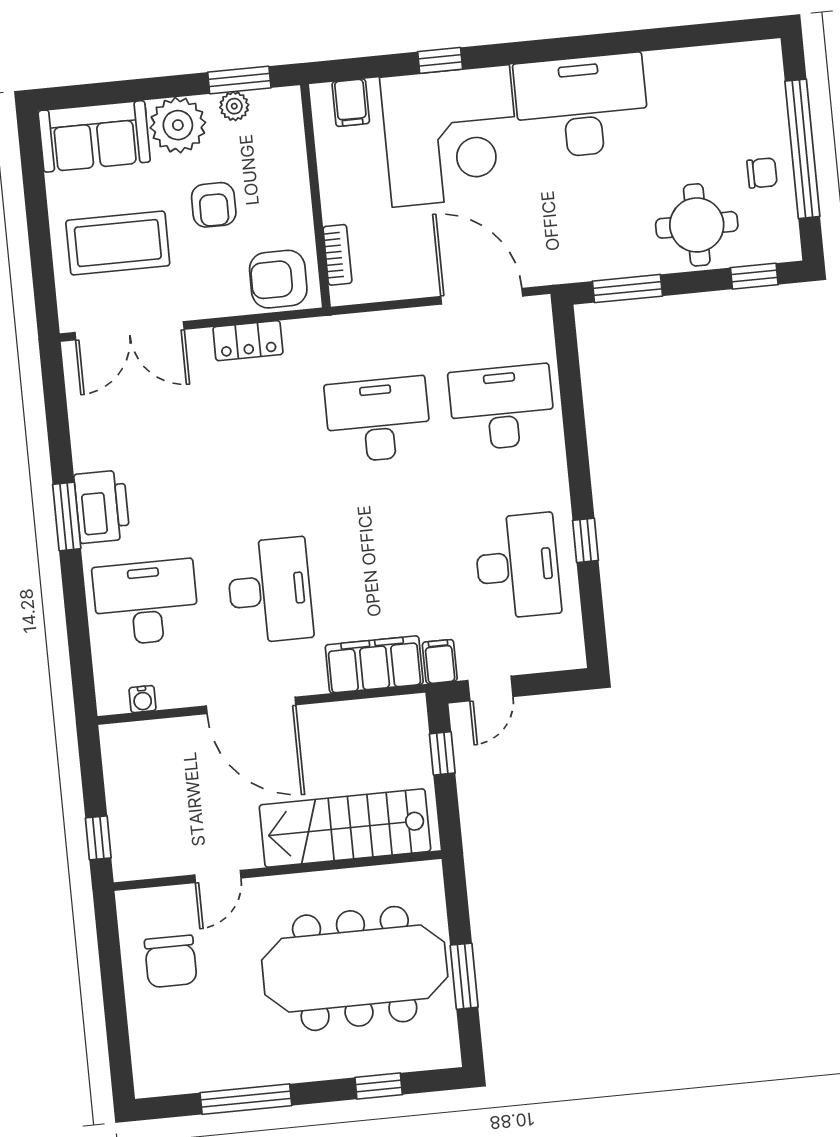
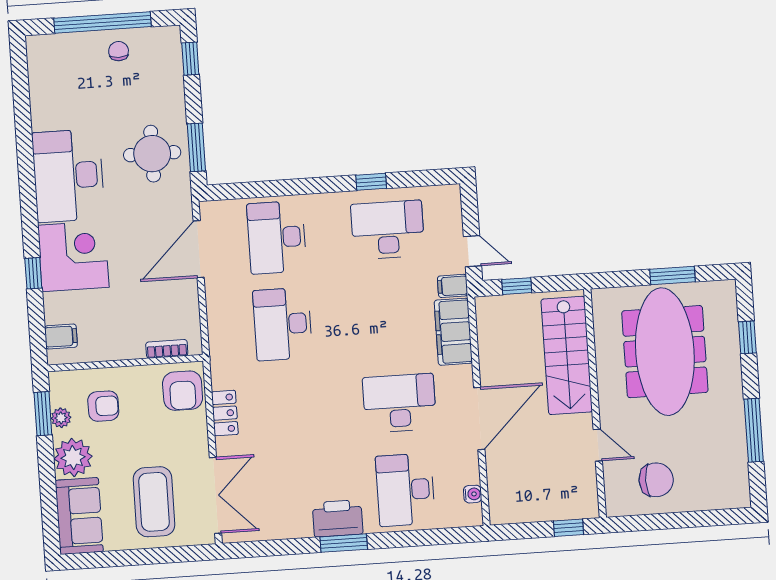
corner desk: (451, 136) -> (73, 256), width x0.74, depth x0.74
armchair: (214, 205) -> (103, 406), moved
round table: (697, 225) -> (152, 154), moved

